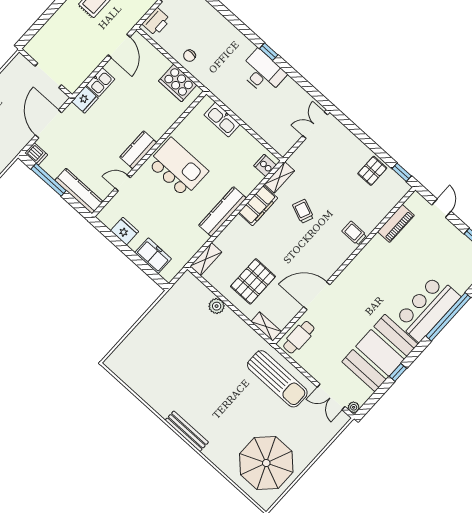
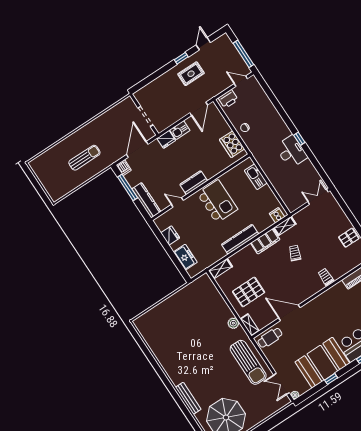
plant: (217, 306) -> (233, 323), moved
bench: (187, 431) -> (188, 398), moved

